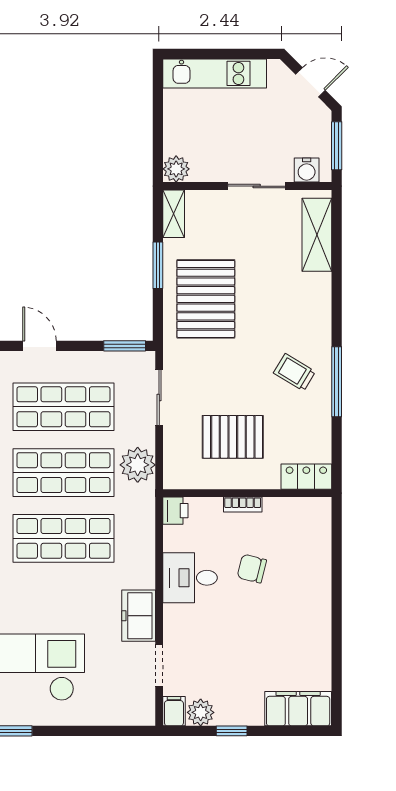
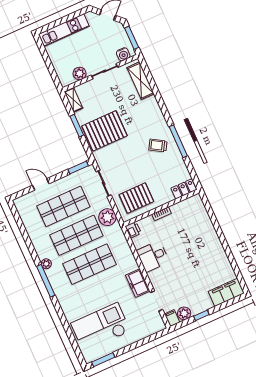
plant: (176, 169) -> (80, 73), moved
pallet: (206, 299) -> (104, 131), turned 90
pallet: (233, 437) -> (136, 198), moved
chair: (252, 569) -> (178, 240), removed

